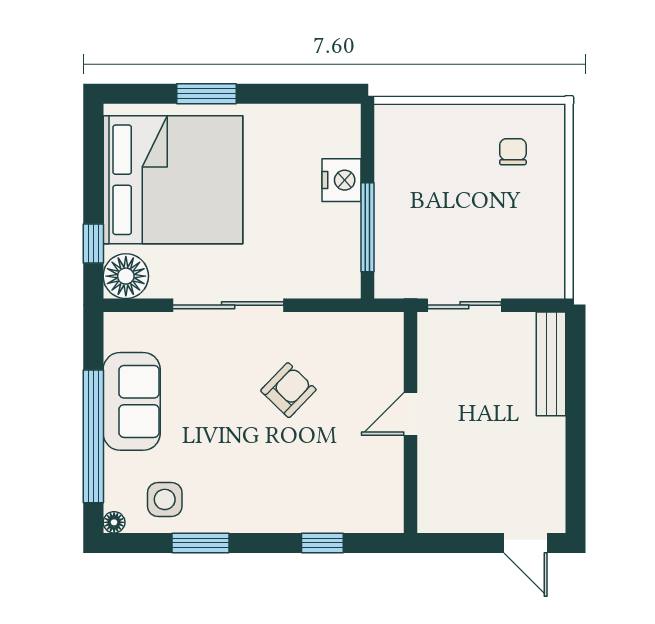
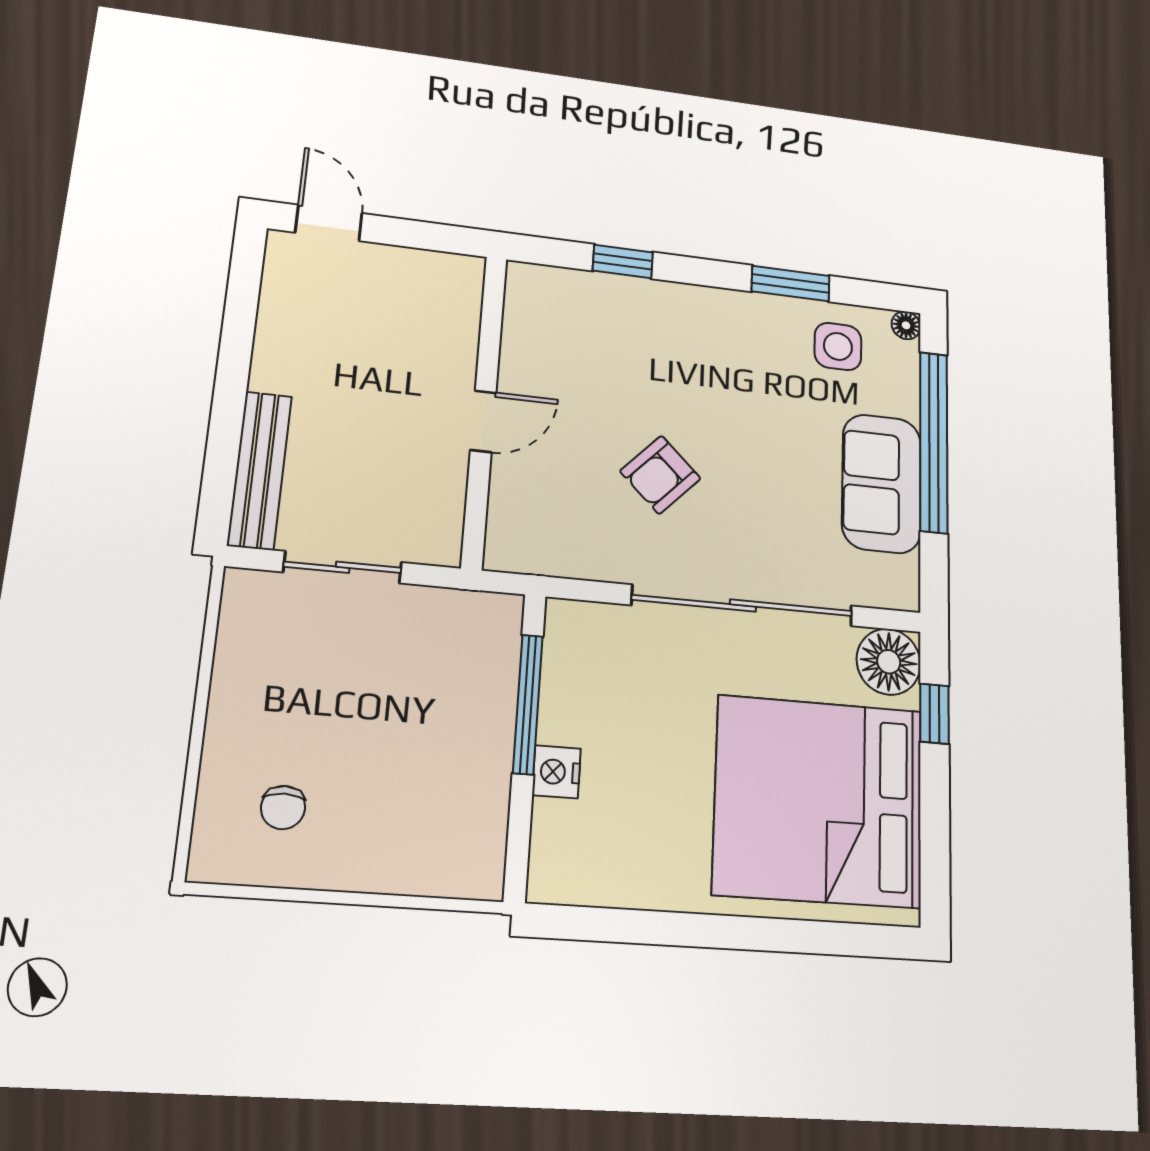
window: (206, 94) -> (766, 934), removed
nightstand: (342, 180) -> (556, 772), width x0.74, depth x0.75
sliding door: (228, 305) -> (743, 605), width x1.36
sliding door: (464, 305) -> (343, 567), moved

